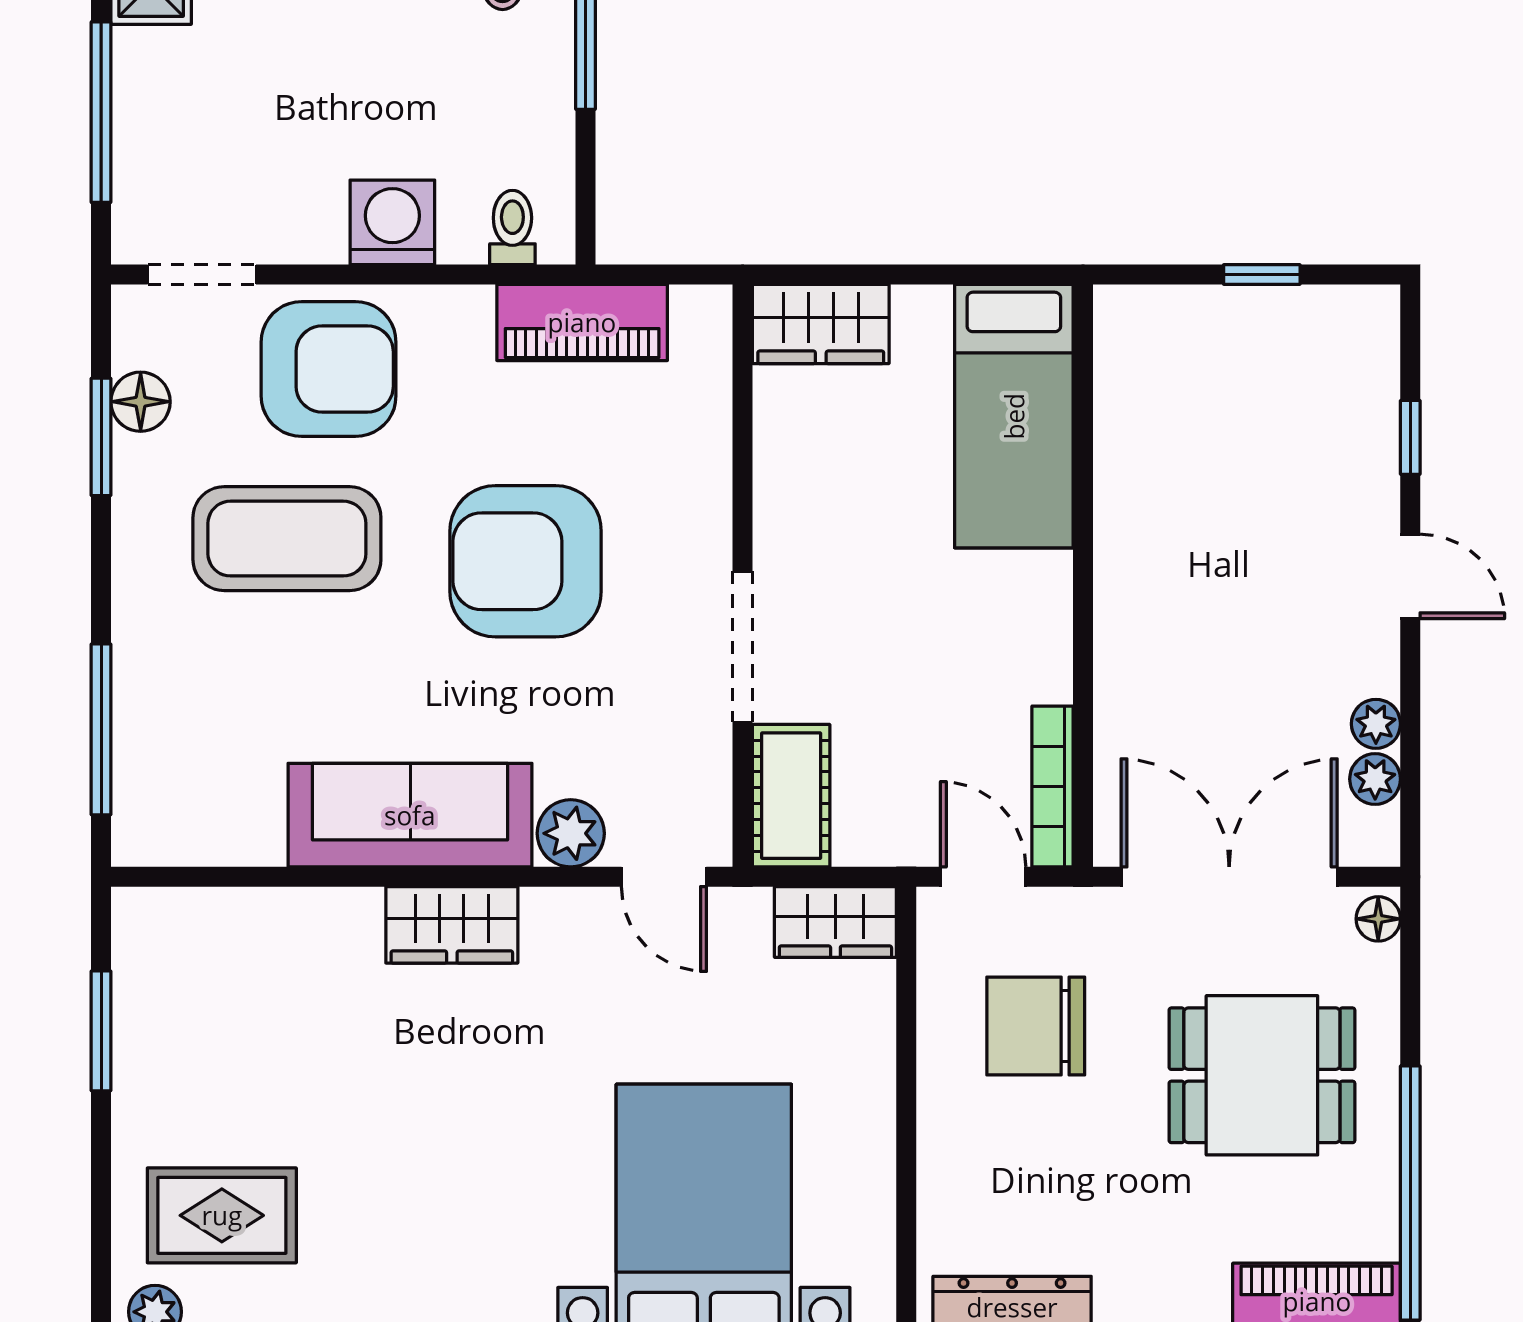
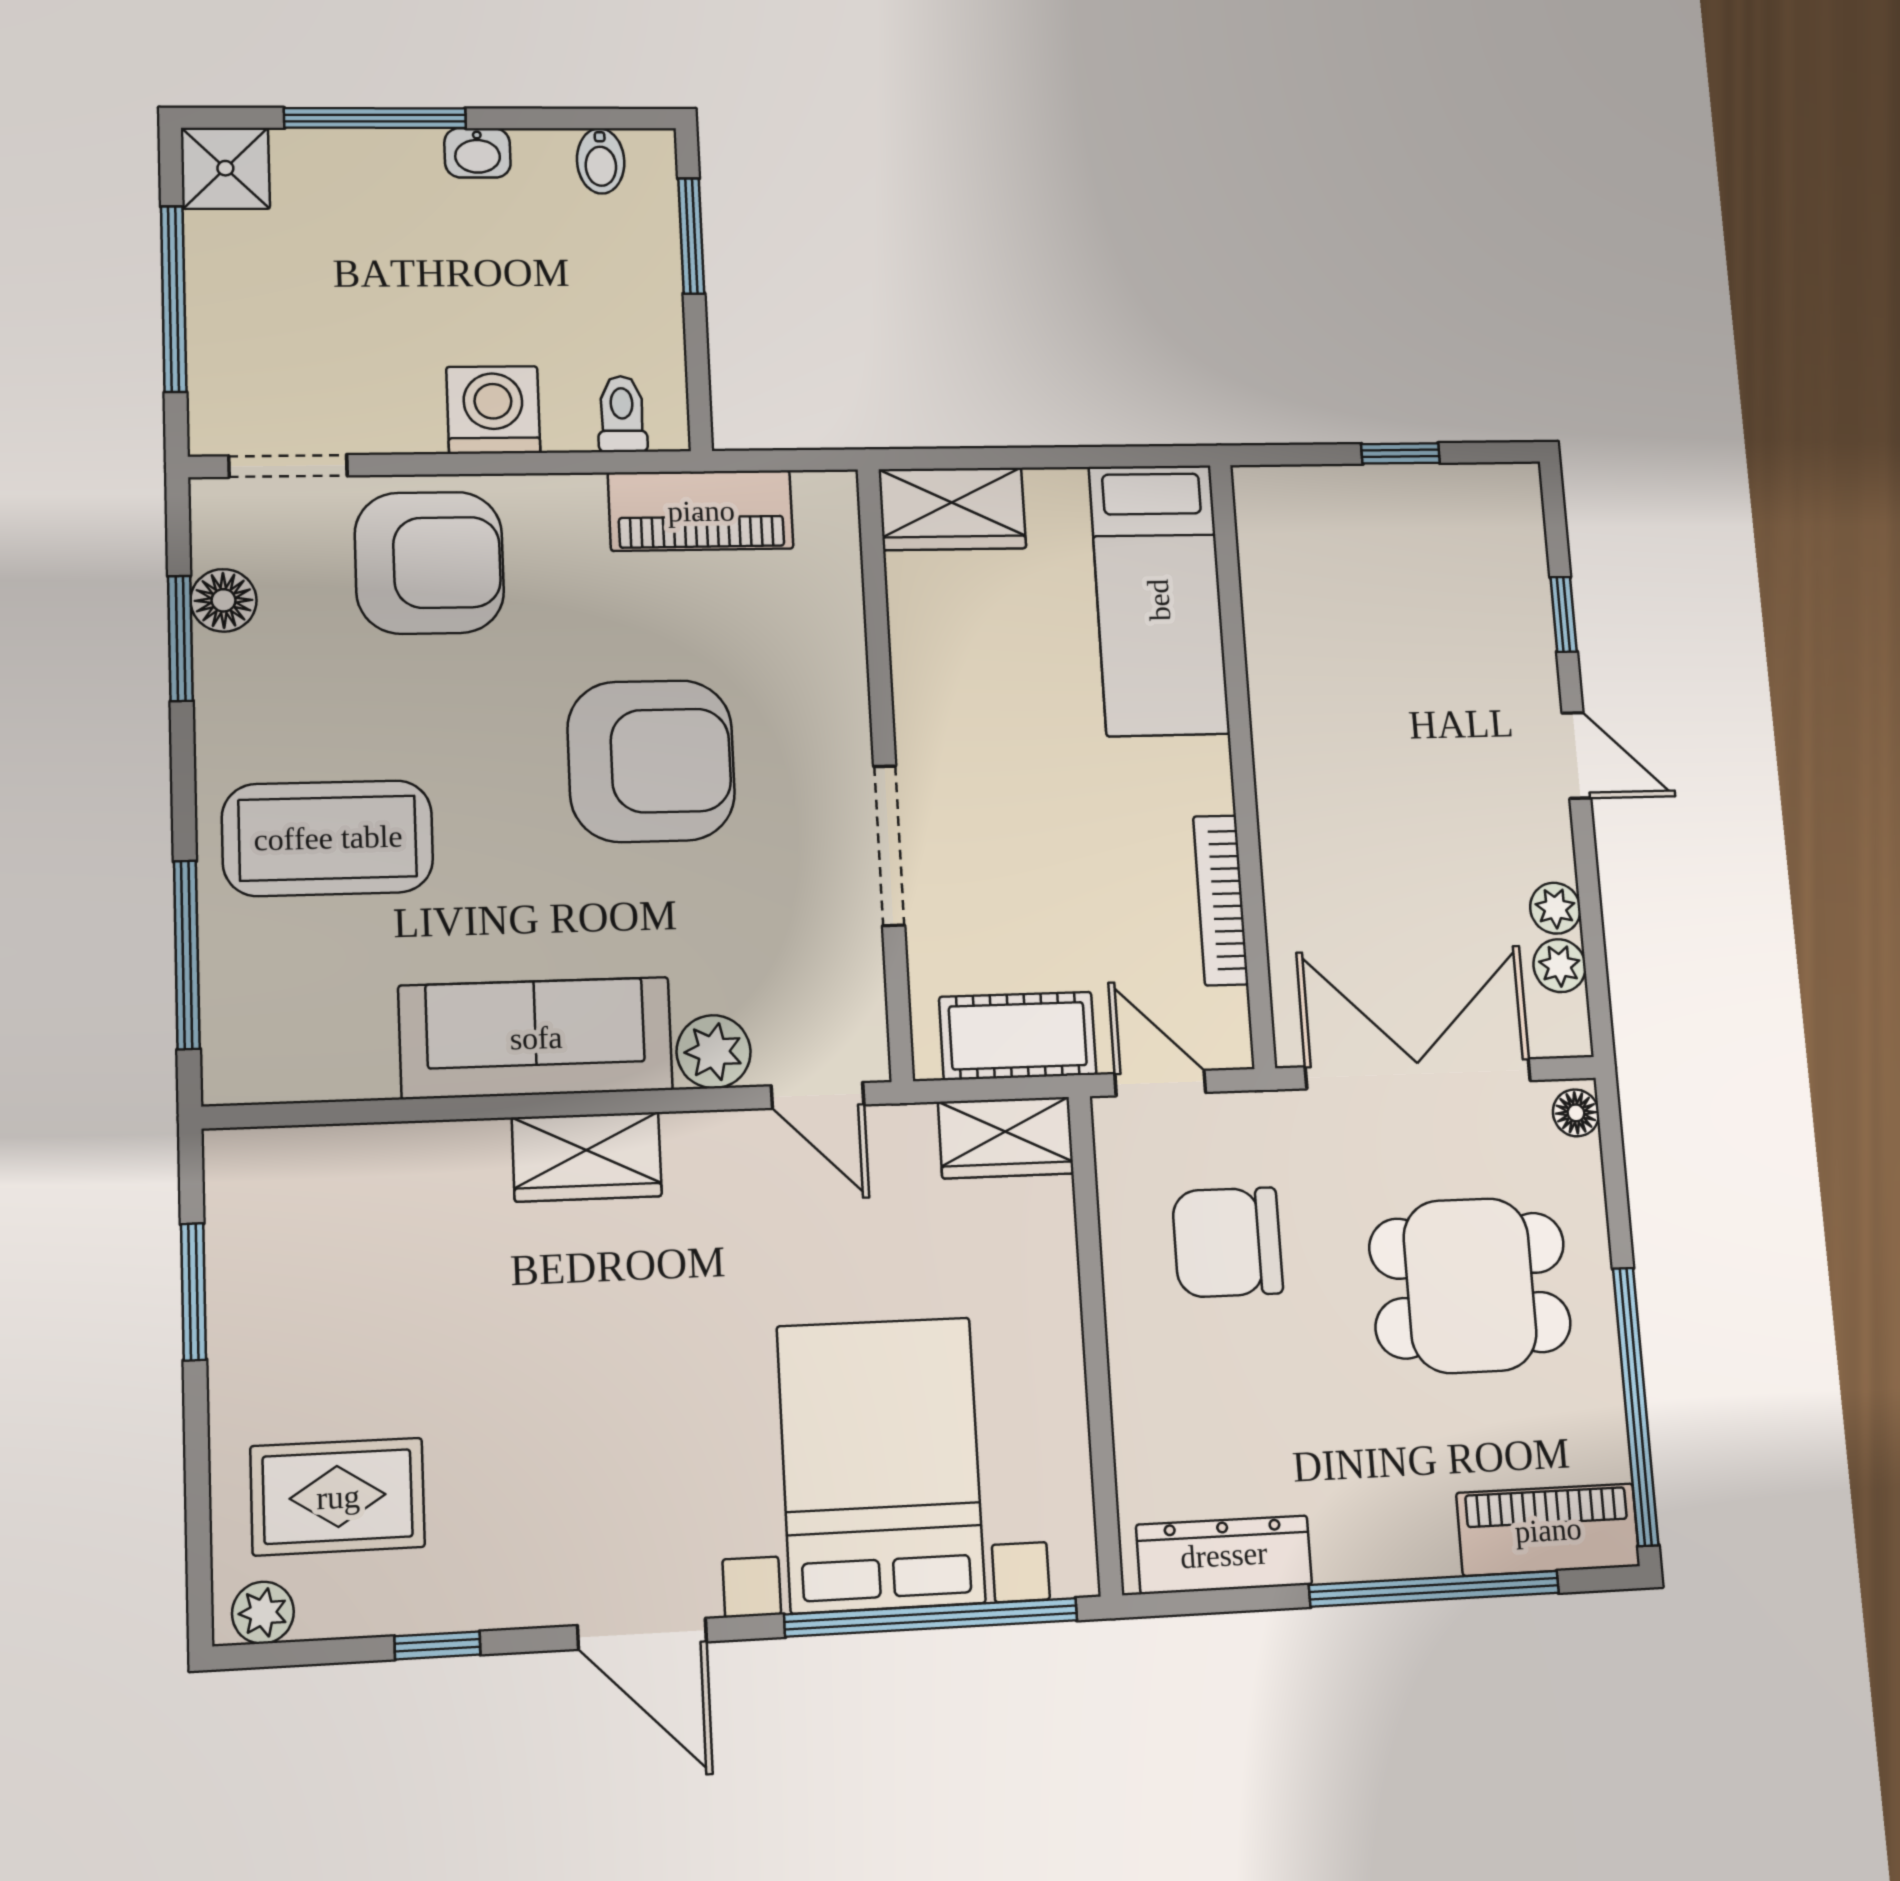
coffee table: (287, 539) -> (328, 838), moved
armchair: (526, 561) -> (651, 761), turned 180
bookcase: (1053, 787) -> (1221, 900), moved
cot: (791, 796) -> (1018, 1036), moved, turned 90

